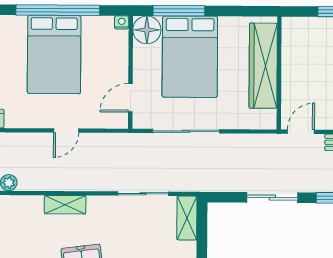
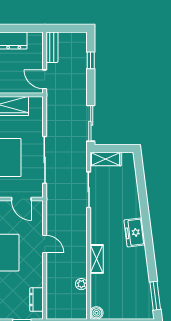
sliding door: (272, 198) -> (91, 123), moved
shelving: (65, 205) -> (97, 259), moved

